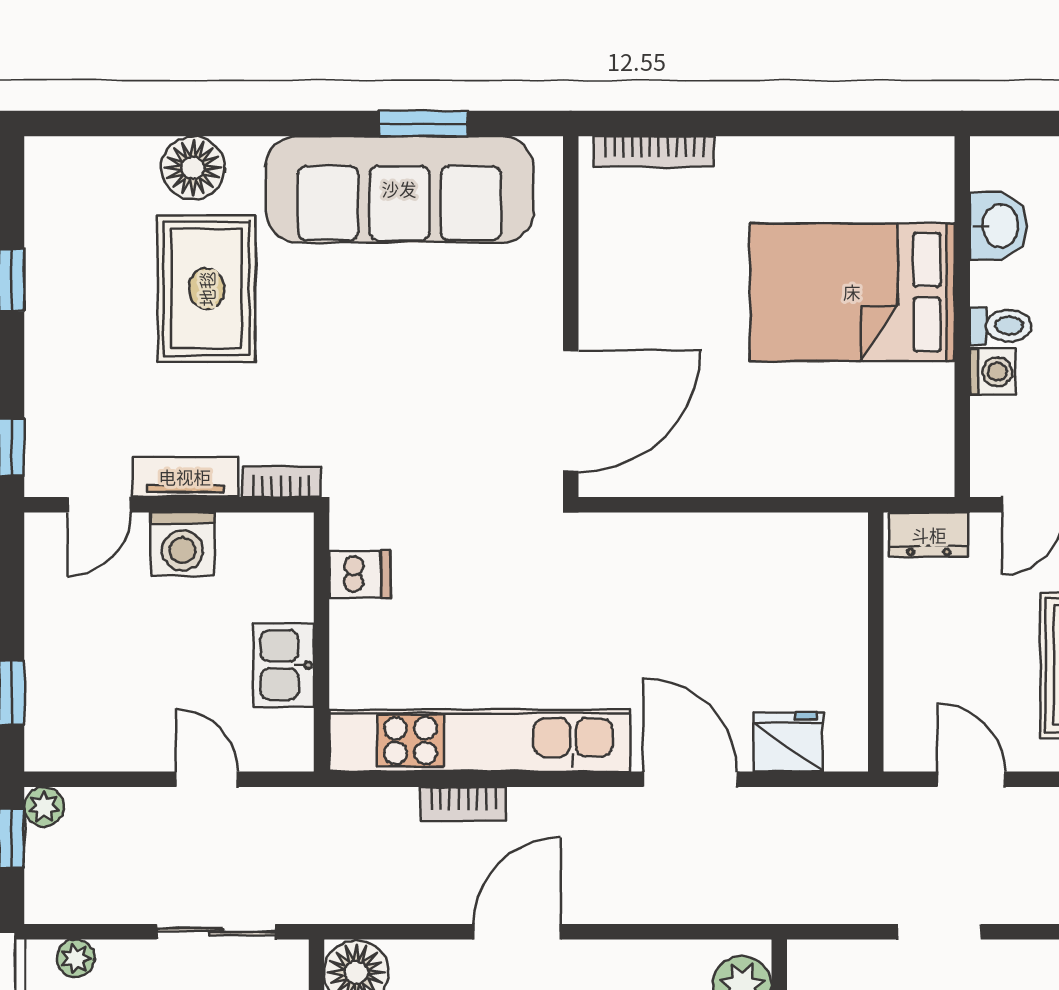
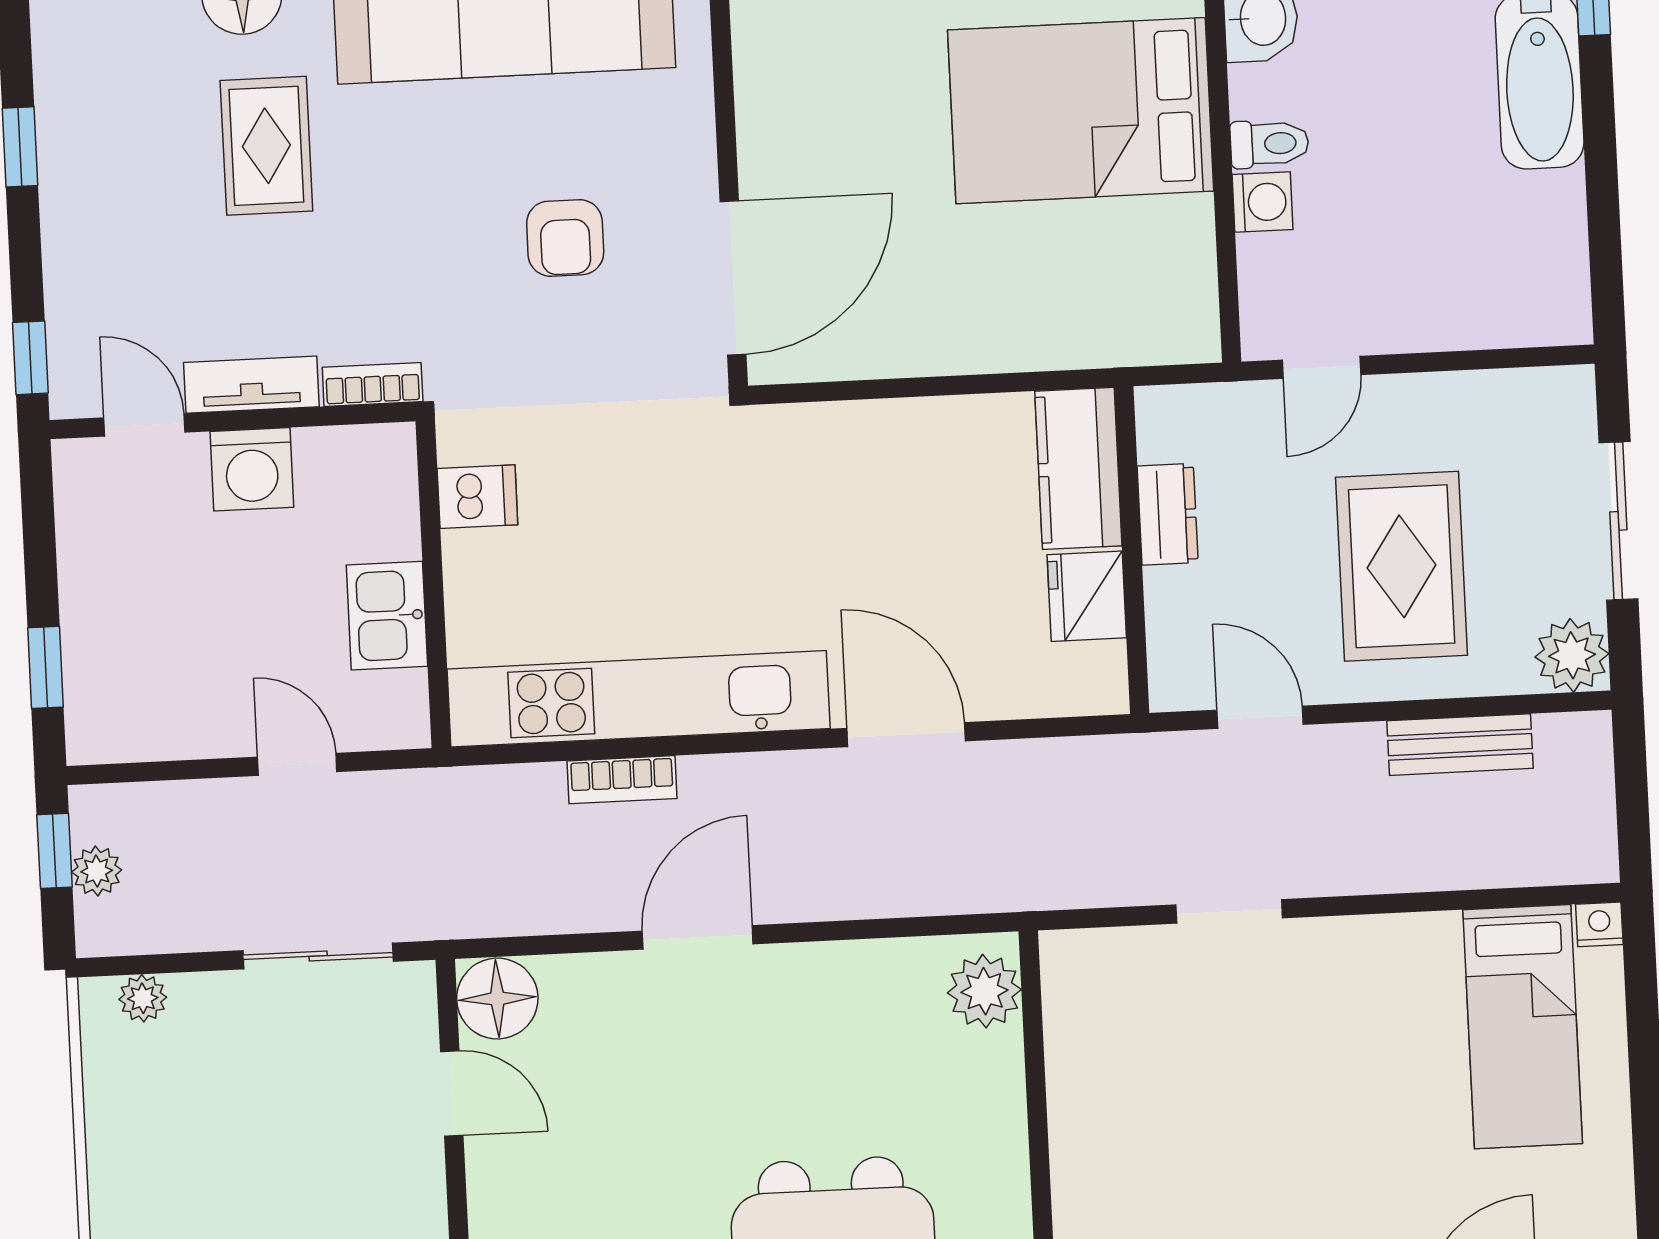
rug: (207, 289) -> (266, 146), width x0.73, depth x0.70
armchair: (439, 373) -> (565, 238), added
door: (99, 505) -> (144, 425), swing flipped
dresser: (929, 535) -> (1168, 514), moved, turned -90
kitchen counter: (837, 575) -> (1078, 468), added
fridge: (788, 742) -> (1087, 596), moved, turned -90
plant: (44, 807) -> (97, 871), moved

